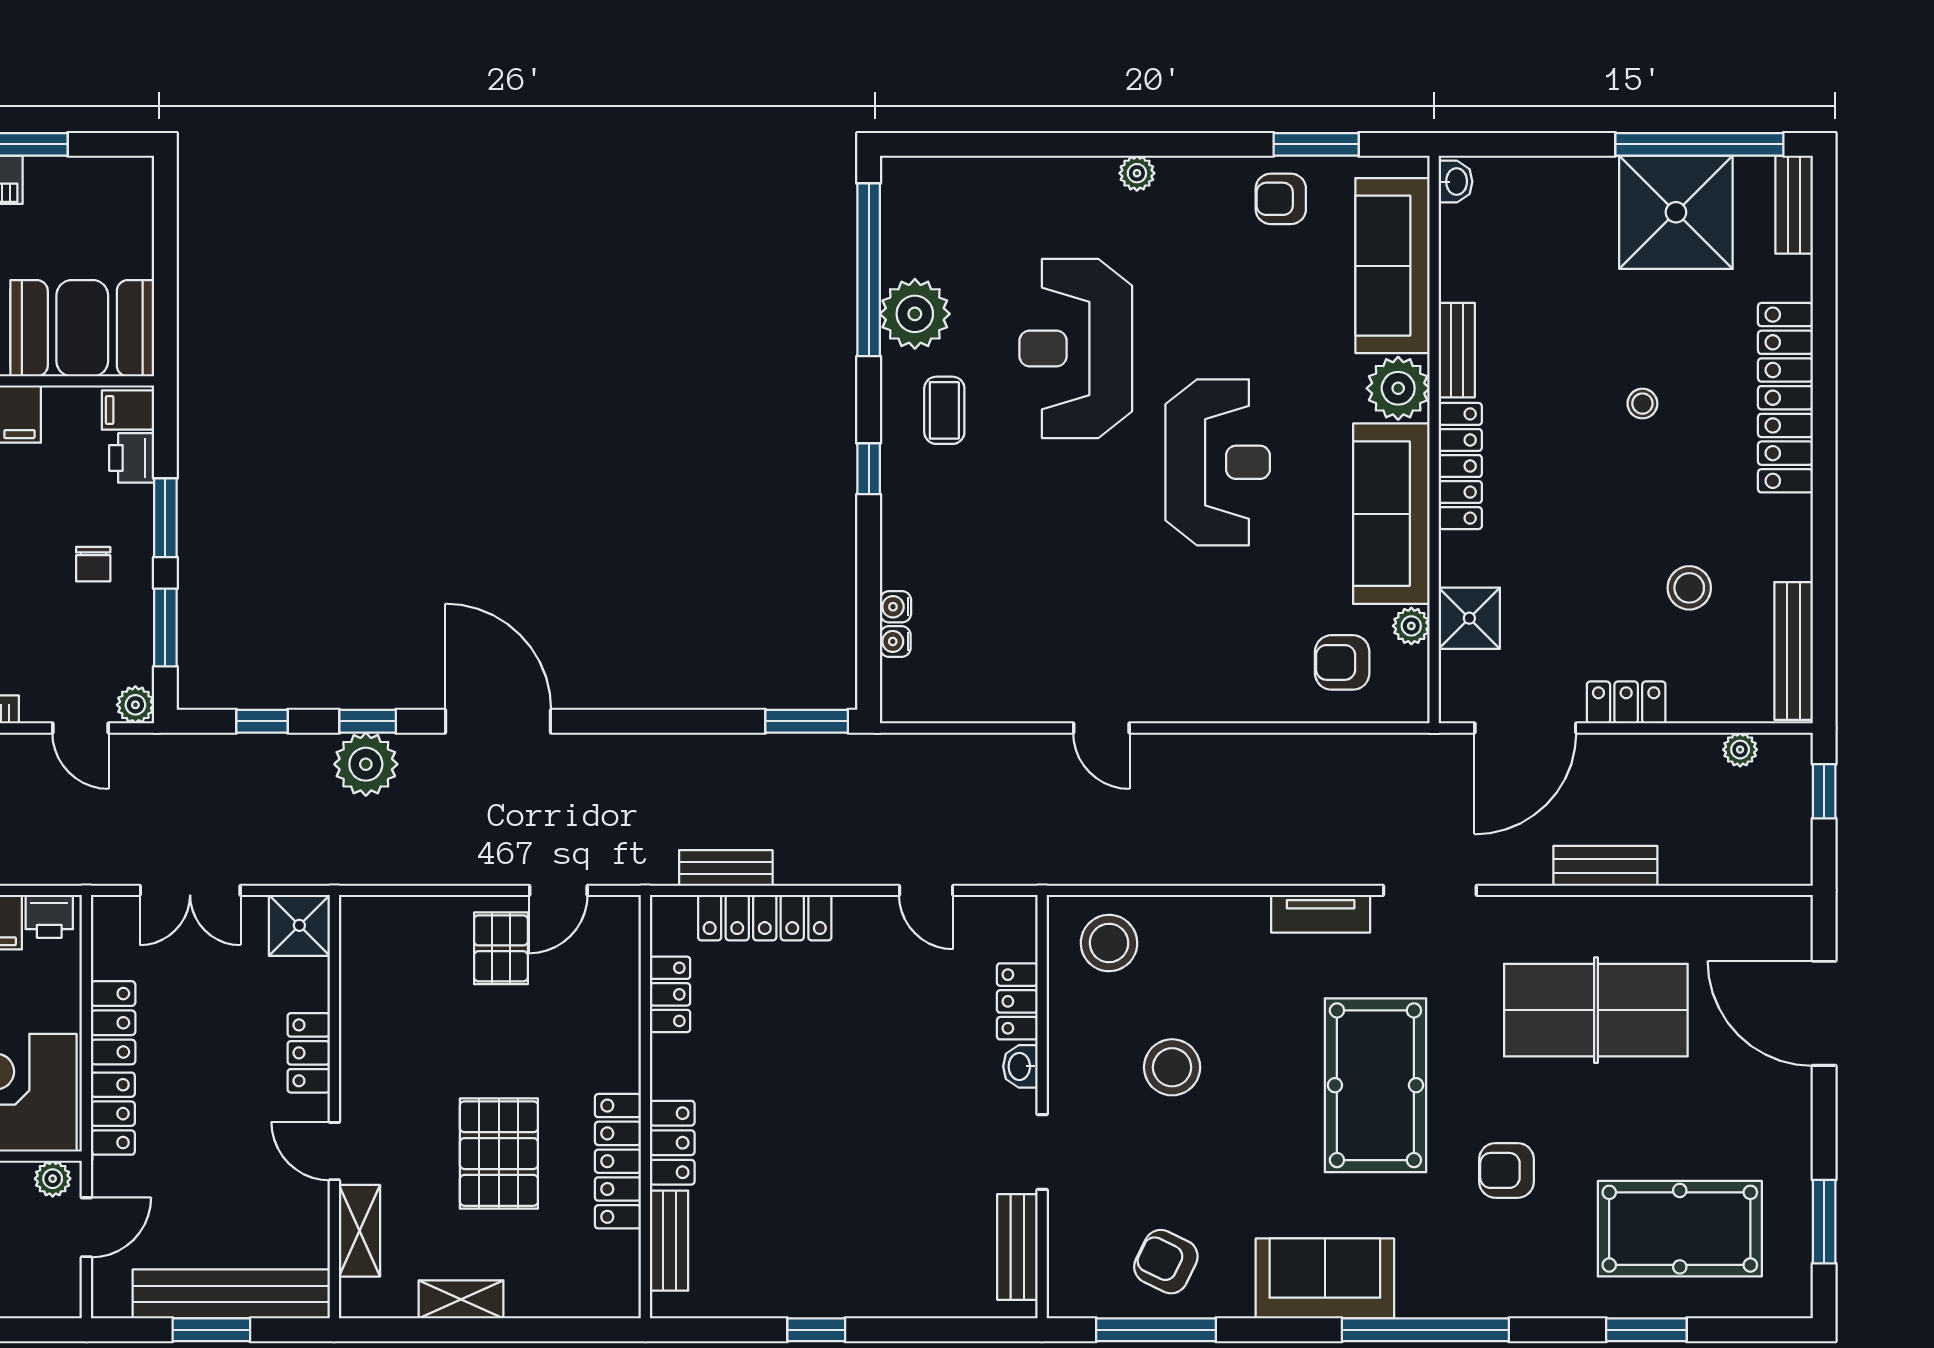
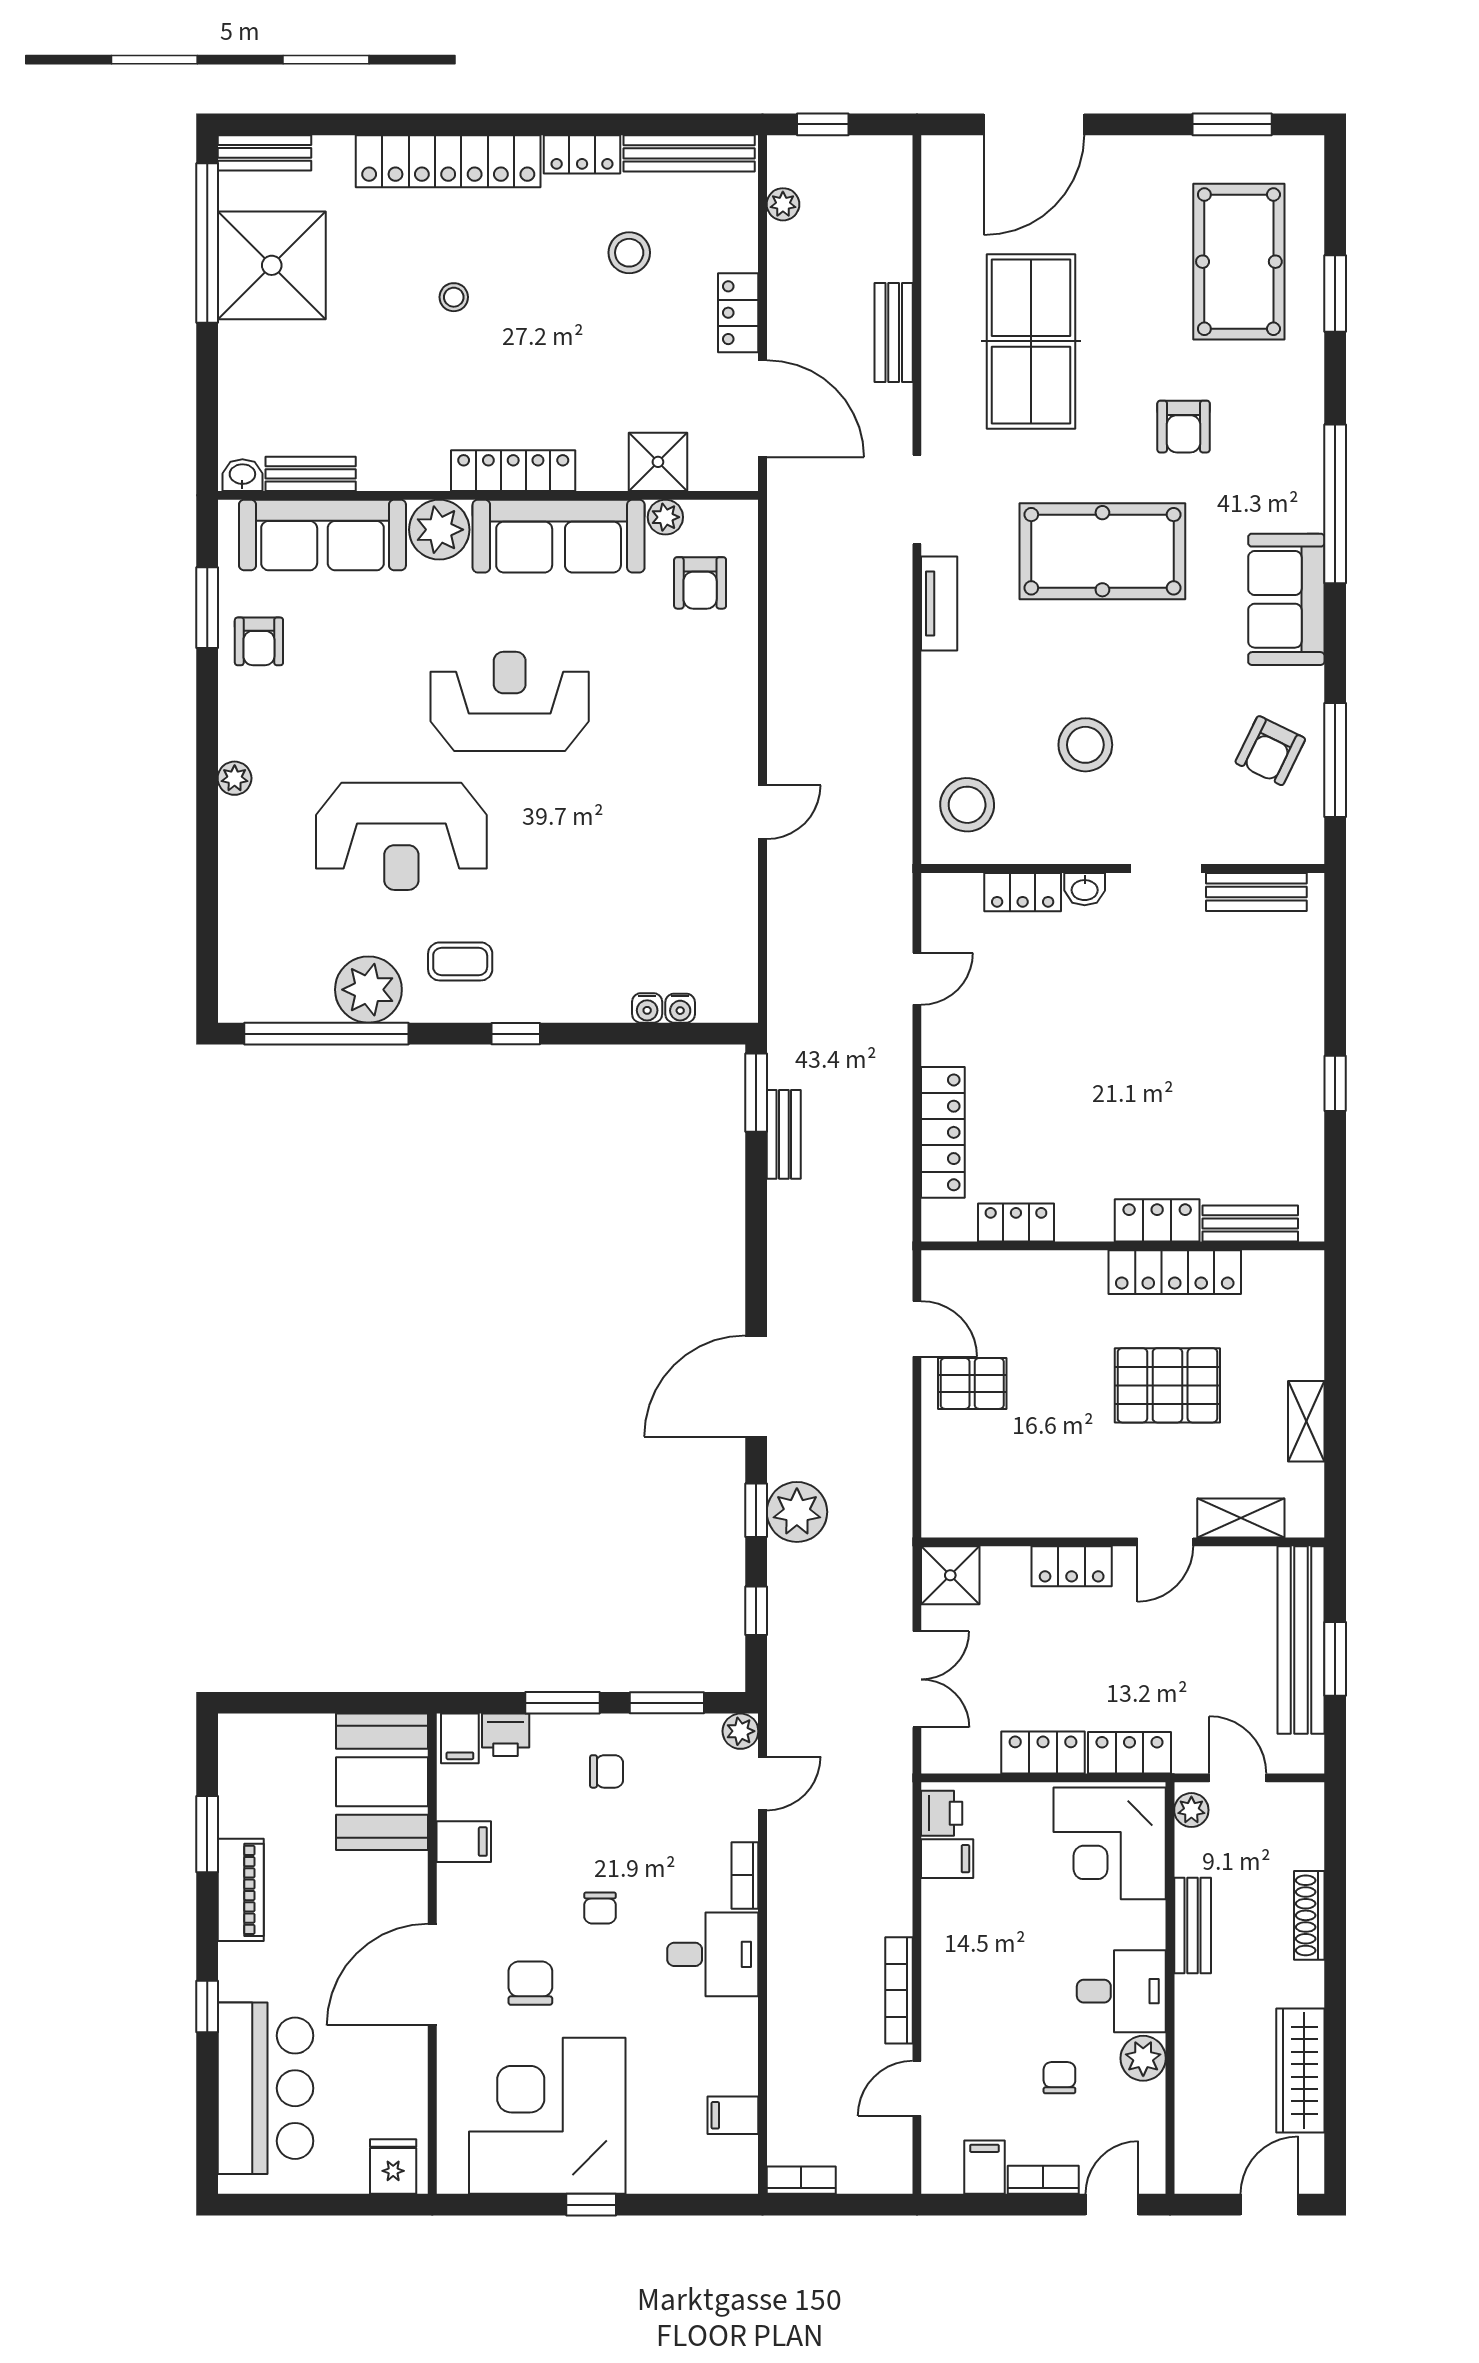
bench: (1457, 350) -> (311, 474), moved
locker: (1793, 538) -> (582, 154), added
bench: (726, 868) -> (784, 1134), moved

